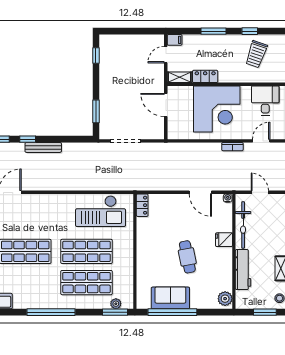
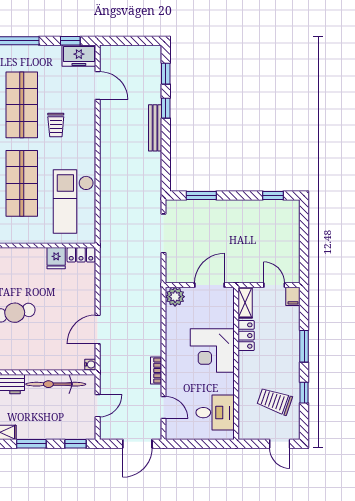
corner desk: (217, 109) -> (212, 351), width x0.74, depth x0.74
plant: (175, 132) -> (175, 297), added
trolley: (41, 225) -> (56, 125), added
fridge: (224, 240) -> (56, 258), moved, turned 180

